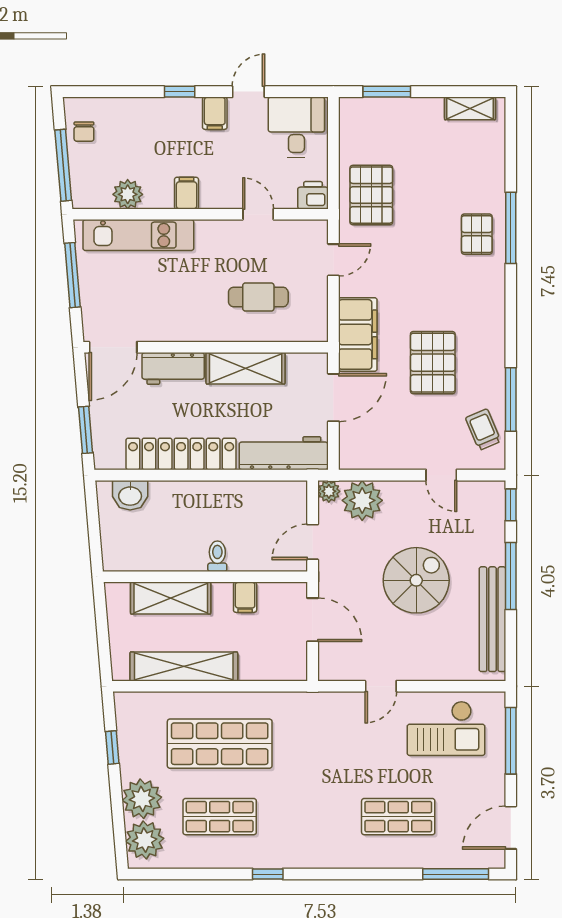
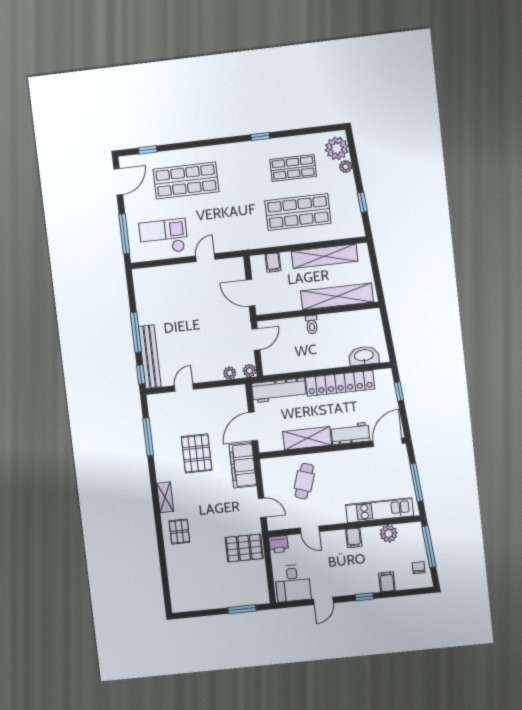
shelving: (470, 108) -> (165, 497), moved, turned 90
filing cabinet: (215, 113) -> (387, 582), moved
pallet: (371, 195) -> (244, 548), turned 90
window: (511, 228) -> (160, 537), removed
door: (333, 260) -> (262, 508), swing flipped
cafe table: (258, 297) -> (304, 481), turned -72
window: (86, 430) -> (399, 391), width x0.67
trolley: (483, 430) -> (162, 417), removed
door: (441, 475) -> (184, 388), hinge flipped
washbasin: (130, 495) -> (364, 356), width x1.38
plant: (362, 500) -> (230, 373), width x0.53, depth x0.53
spiral stairs: (416, 580) -> (192, 323), removed
filing cabinet: (245, 597) -> (273, 262), moved, turned 180
shelving: (171, 598) -> (337, 296), width x1.47
bench: (492, 619) -> (150, 357), moved
plant: (142, 799) -> (346, 167), width x0.53, depth x0.53
shop shelf: (398, 817) -> (186, 180), width x1.43, depth x1.36
window: (456, 874) -> (148, 150), width x0.46

